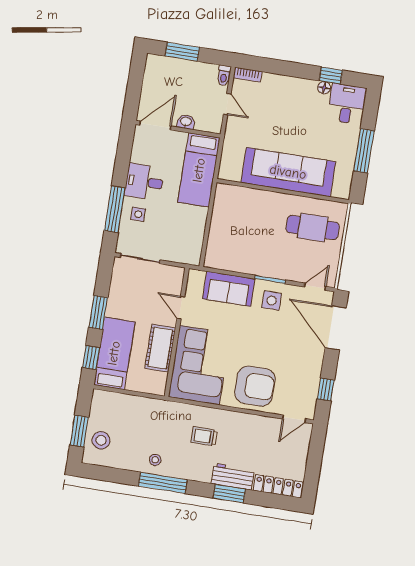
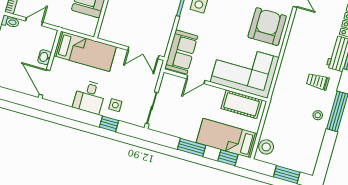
window: (115, 209) -> (109, 124), width x0.46
double door: (205, 240) -> (143, 53), added
sofa: (229, 289) -> (181, 52), moved
cot: (160, 348) -> (242, 104), moved
trolley: (204, 436) -> (318, 82), moved, turned 90
stool: (101, 440) -> (266, 147), moved

